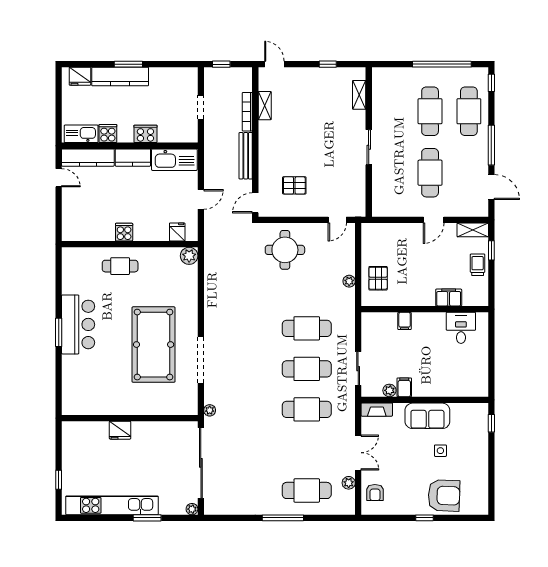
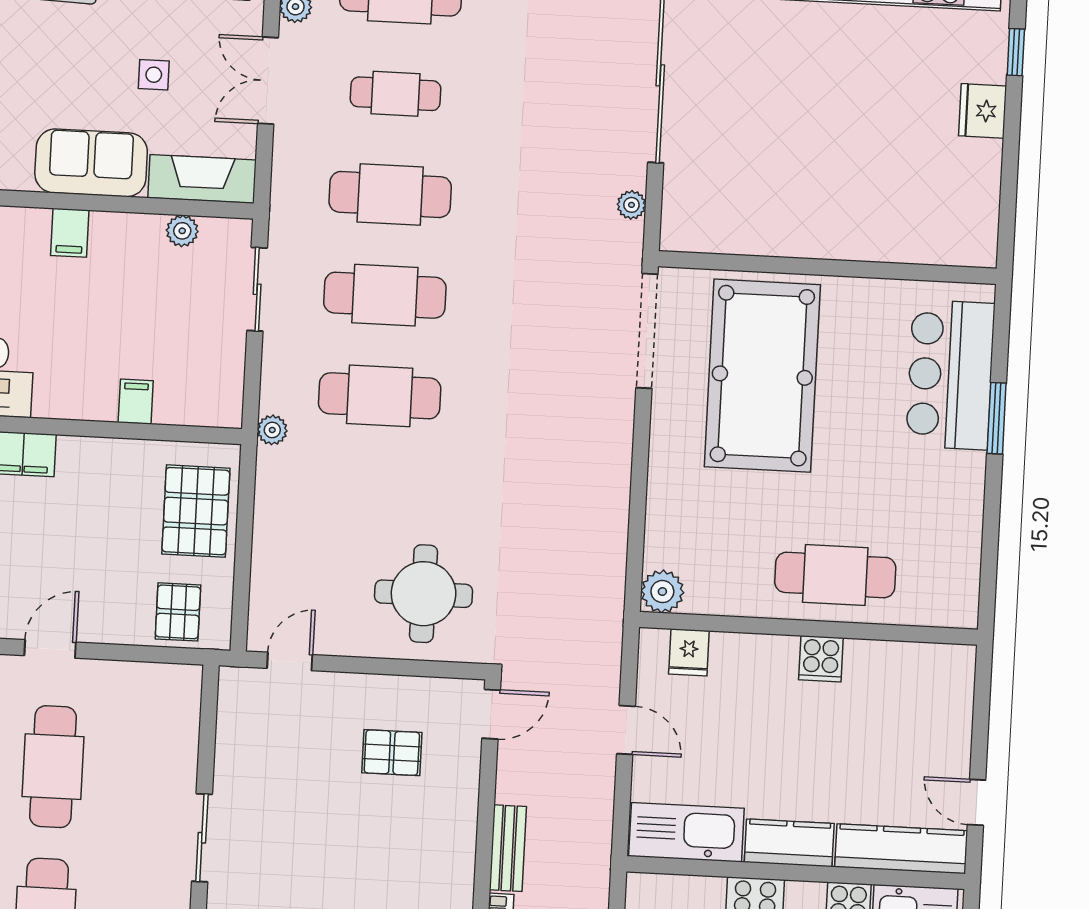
bench: (246, 156) -> (508, 848), width x0.73
door: (201, 199) -> (626, 730), swing flipped
pallet: (383, 237) -> (178, 612), added
cafe table: (120, 266) -> (835, 575), width x1.37, depth x1.35
pallet: (378, 278) -> (196, 511), width x1.50, depth x1.42
plant: (349, 281) -> (272, 430), moved
bar counter: (78, 324) -> (950, 375), moved
filing cabinet: (404, 387) -> (70, 233), moved
fireplace: (377, 410) -> (202, 179), width x1.37, depth x1.32
wall: (130, 418) -> (827, 267), moved
fridge: (120, 430) -> (983, 111), moved, turned -90
cafe table: (307, 450) -> (395, 94), added
side table: (440, 451) -> (154, 75), moved

